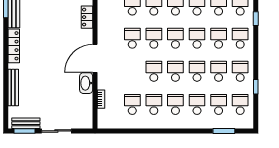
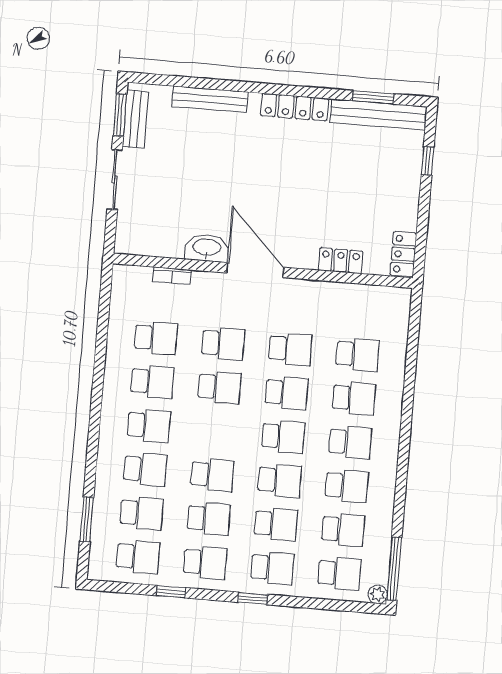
window: (256, 19) -> (253, 598), moved
school desk: (175, 71) -> (223, 344), moved

